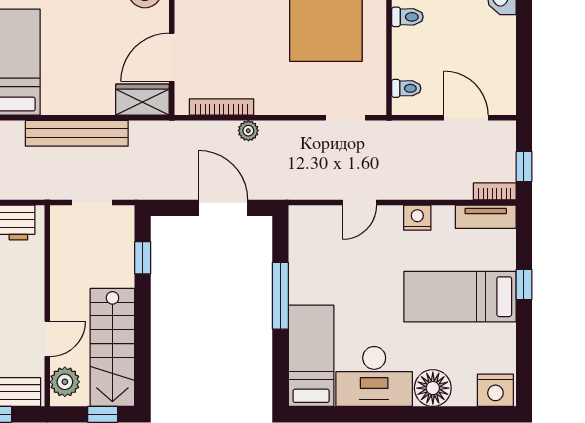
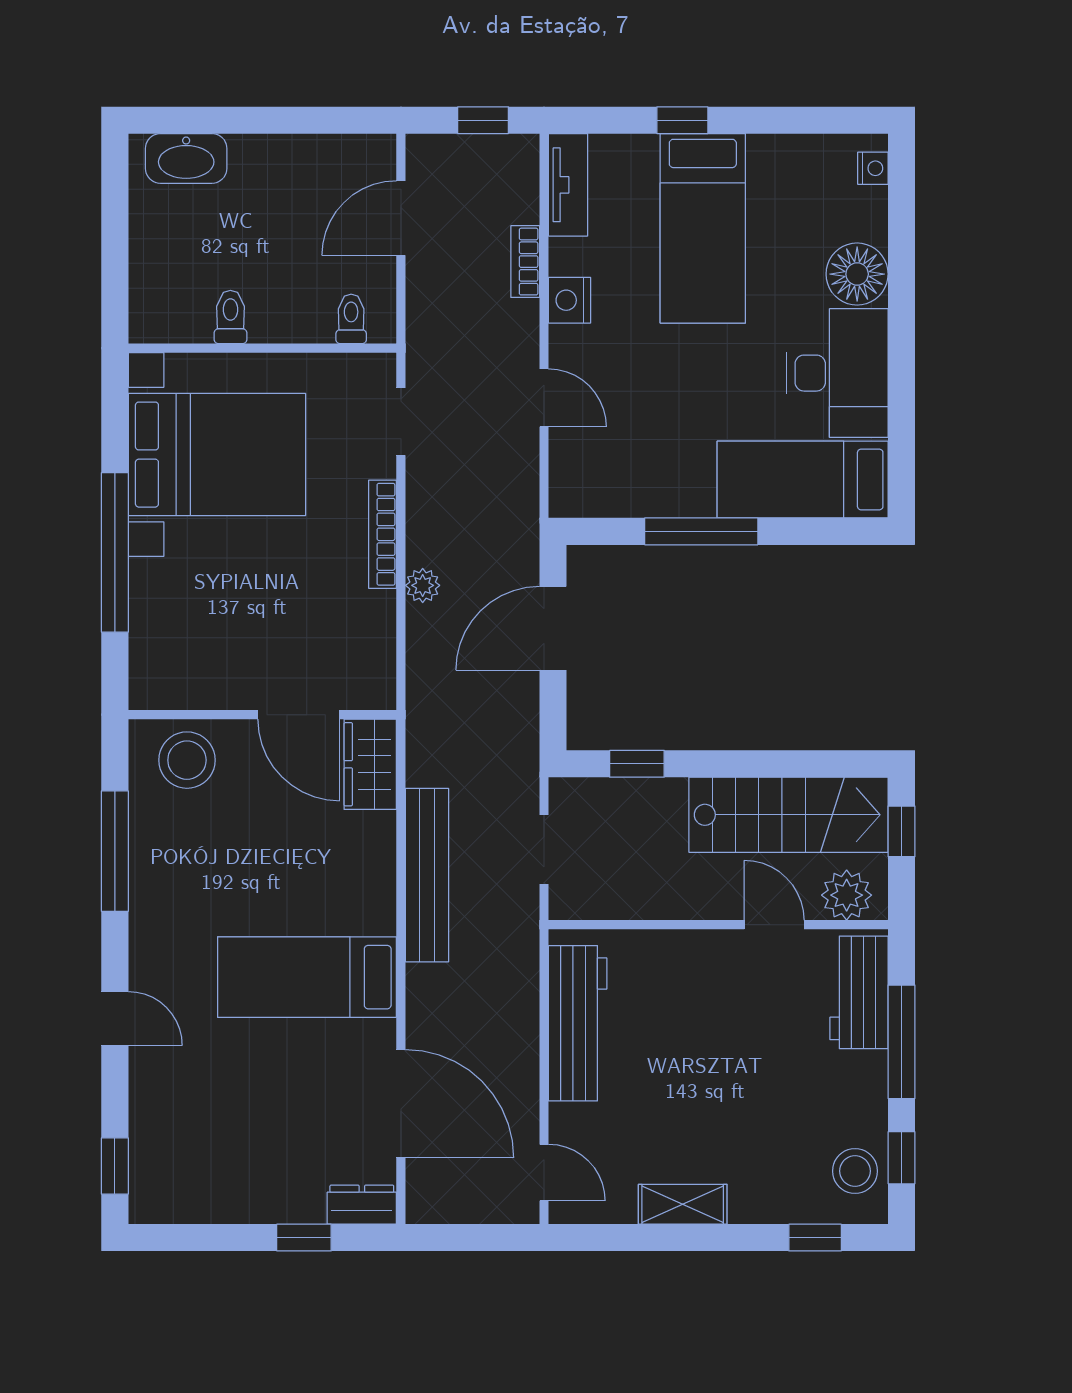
bookcase: (222, 107) -> (383, 534), moved
bookcase: (495, 191) -> (525, 262), moved
nightstand: (495, 390) -> (873, 168), width x0.53, depth x0.56

